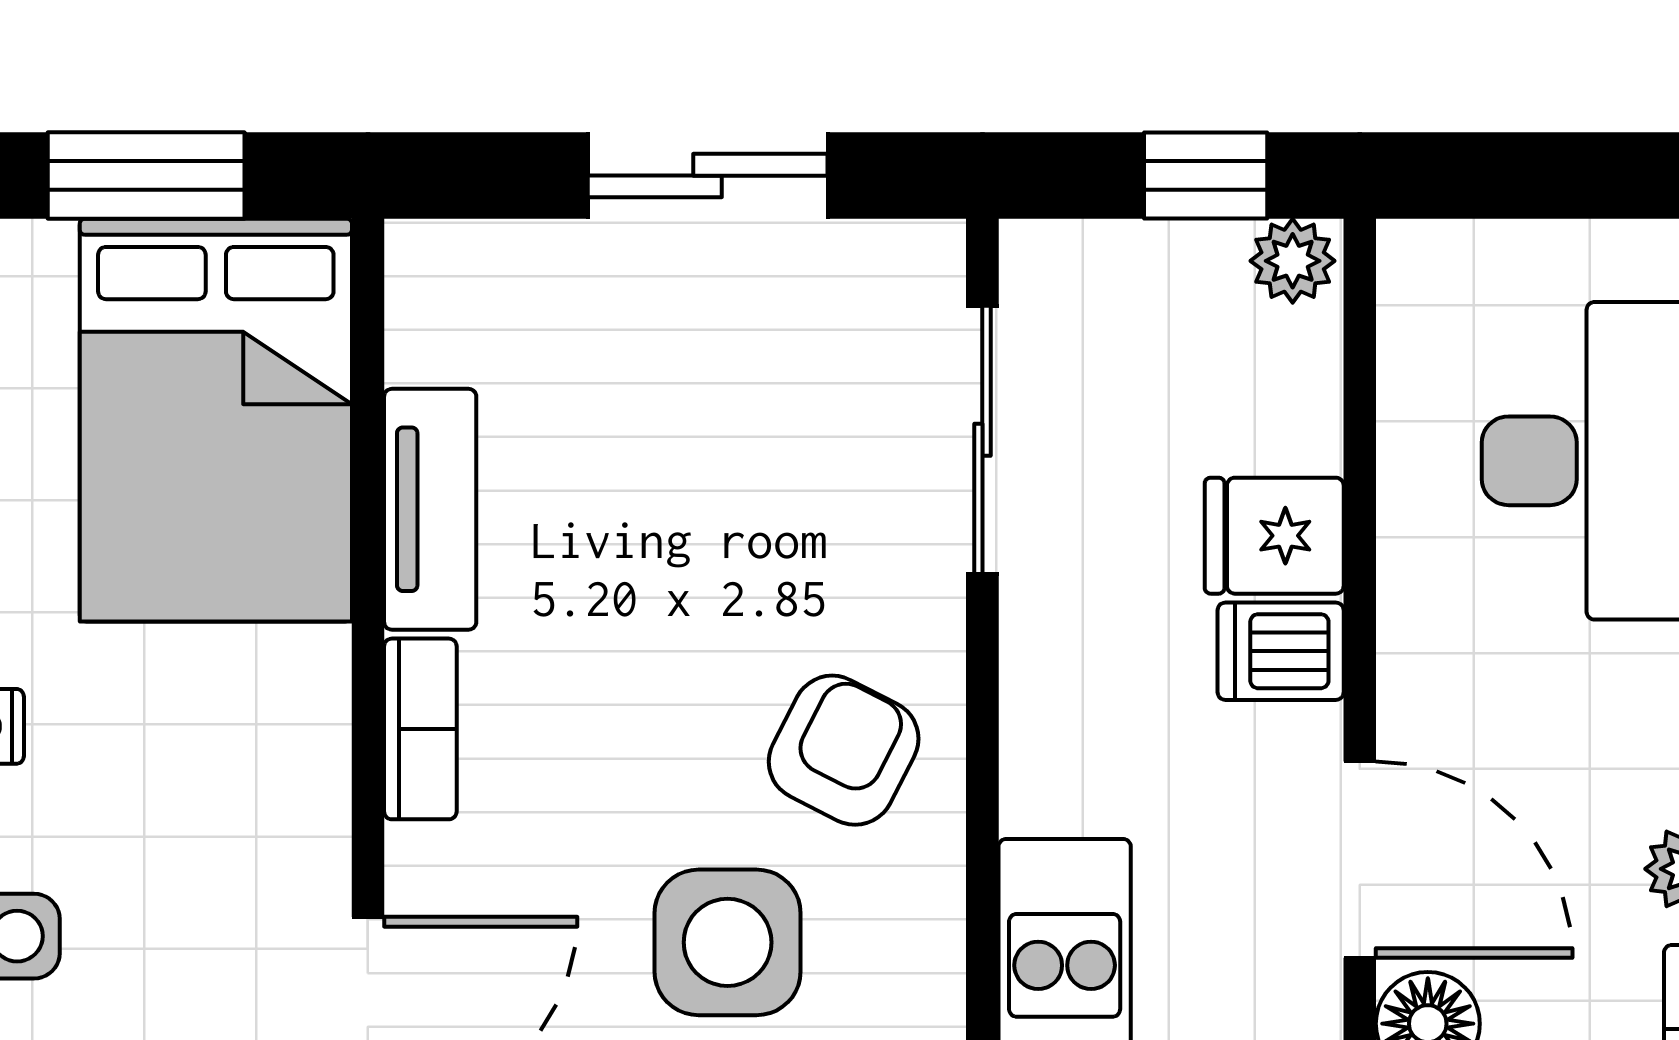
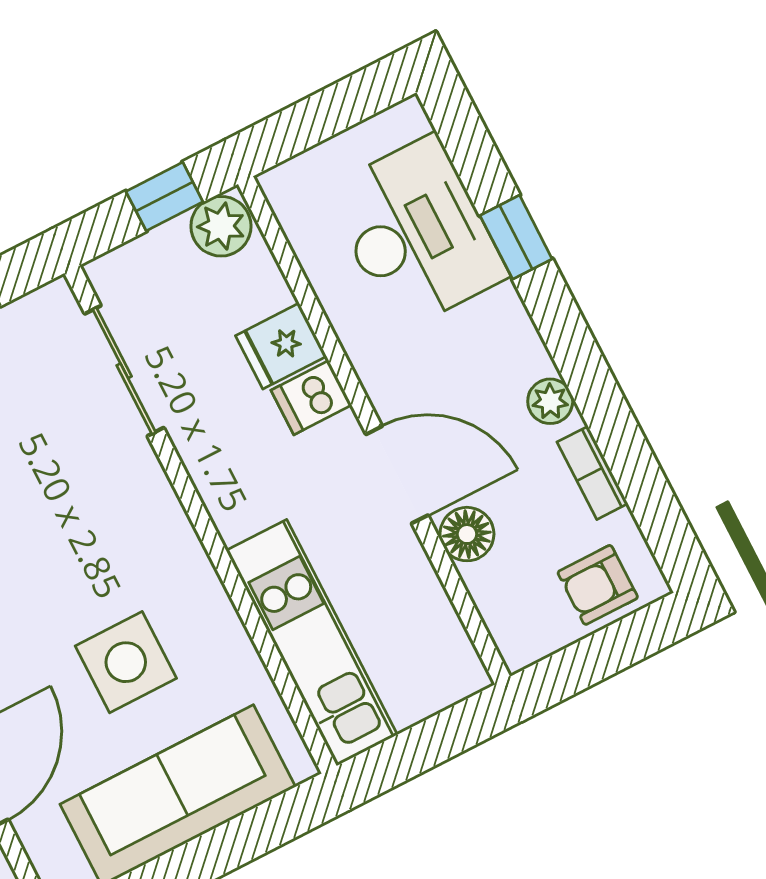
plant: (1293, 261) -> (221, 226), width x1.38, depth x1.38
armchair: (844, 750) -> (134, 546), removed

